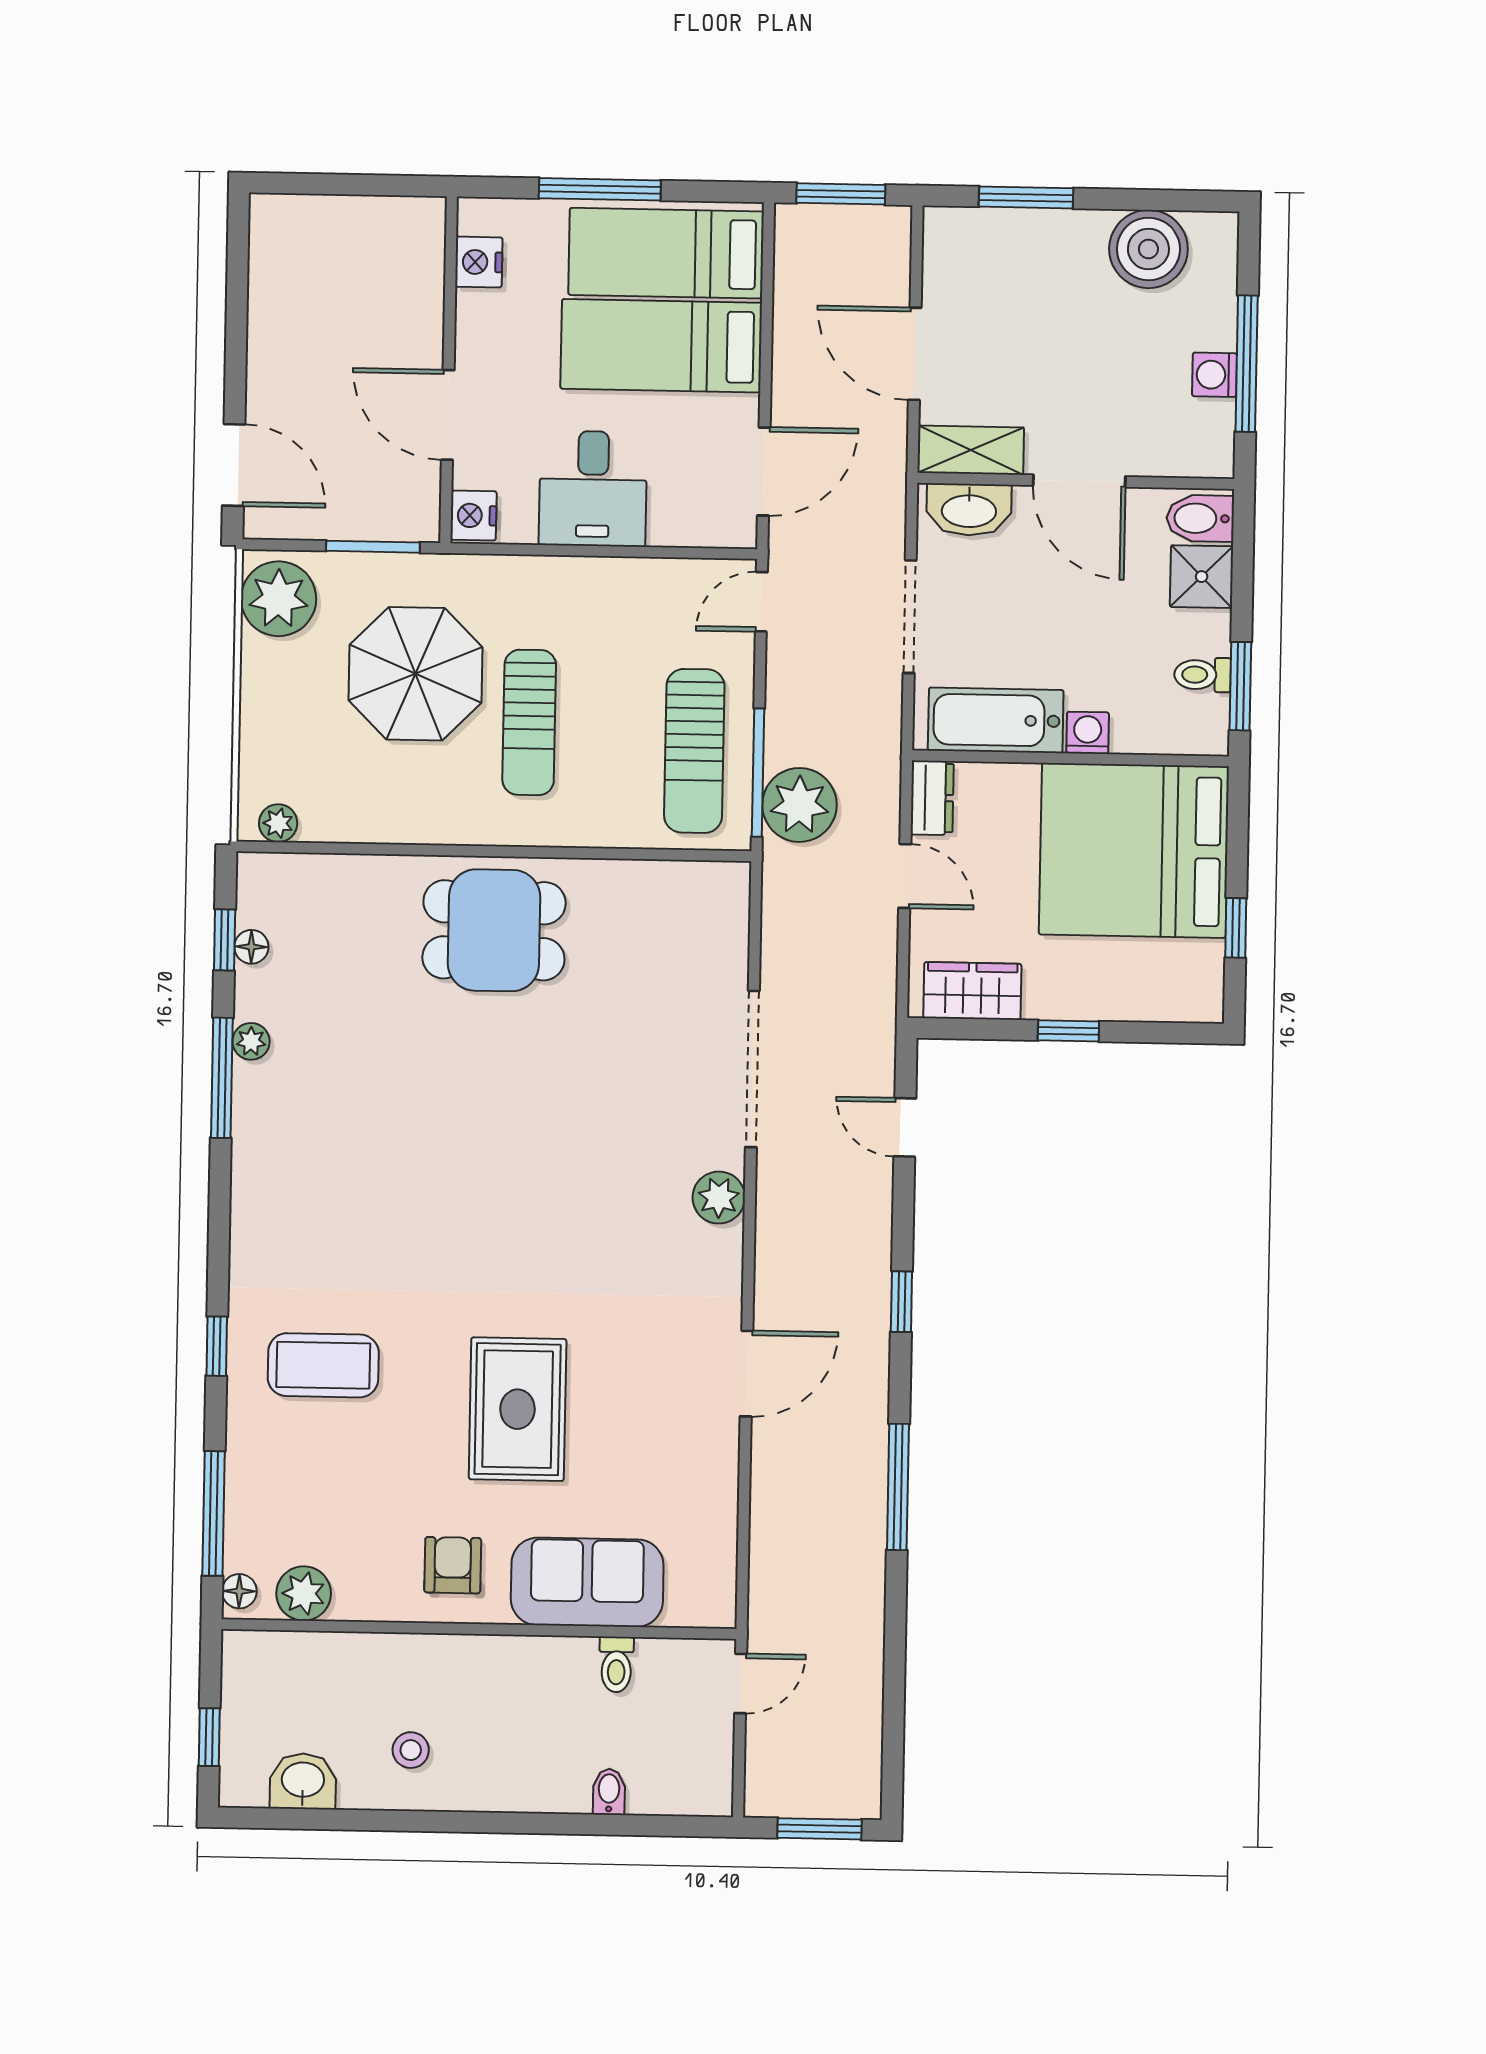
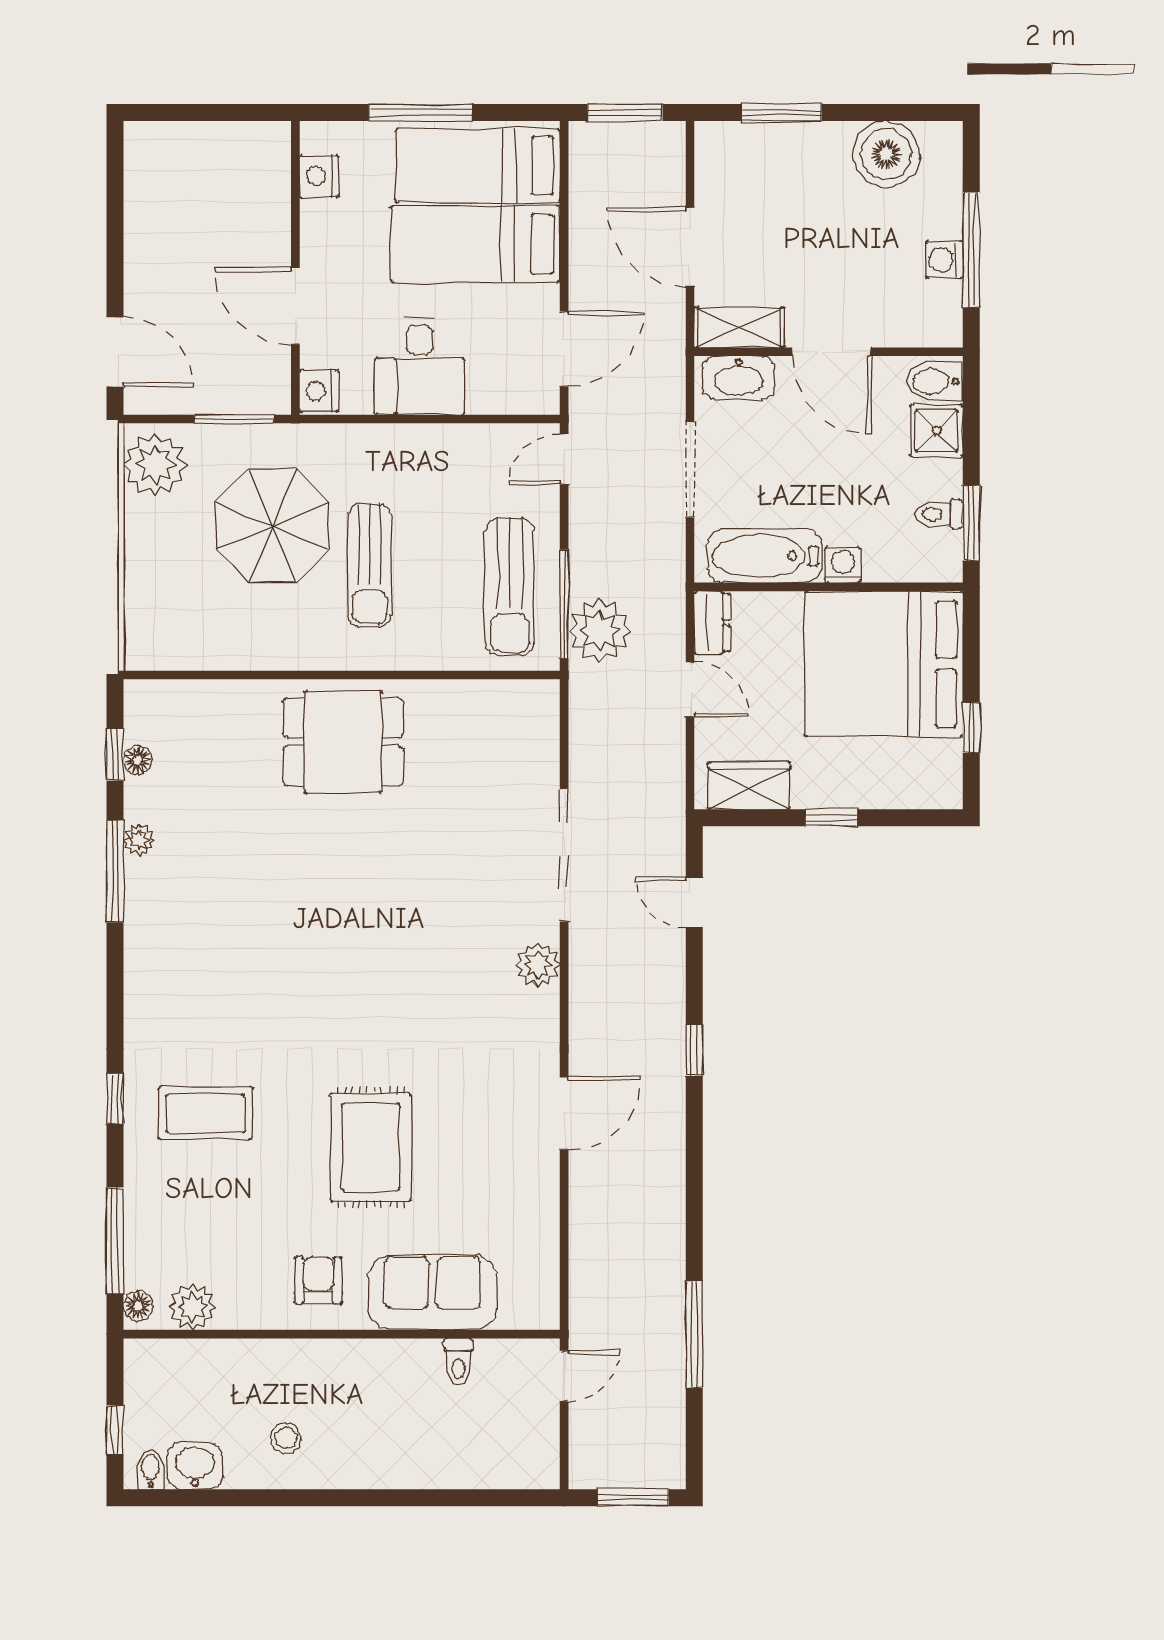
plant: (278, 823) -> (158, 655), removed
window: (898, 1487) -> (694, 1334), moved
bidet: (609, 1792) -> (150, 1470), moved

